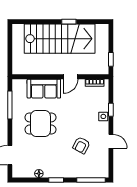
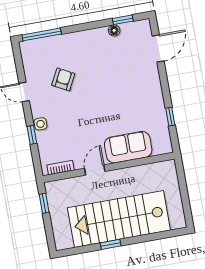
window: (10, 105) -> (170, 117), width x0.46
dining table: (40, 123) -> (124, 99), removed
window: (56, 180) -> (123, 20), moved

